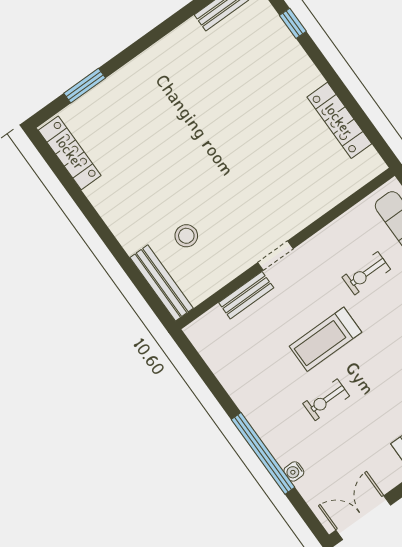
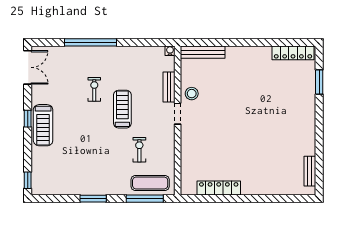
window: (293, 23) -> (279, 199), removed
stool: (186, 236) -> (192, 94), moved
water cooler: (294, 471) -> (170, 51), moved

